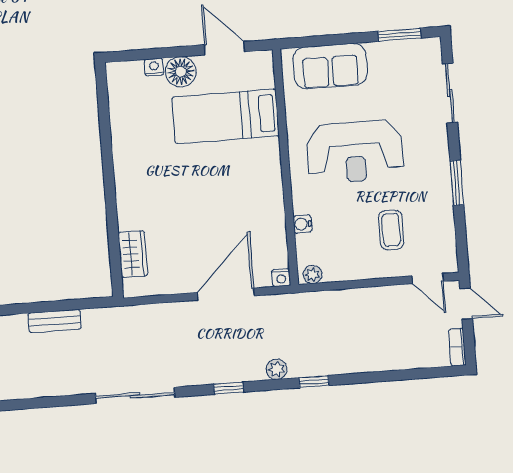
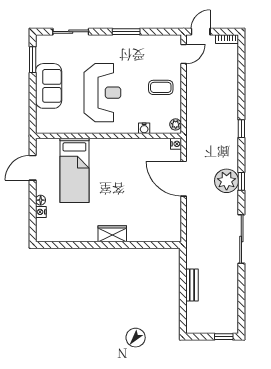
sofa: (330, 66) -> (49, 86), moved
floor lamp: (181, 72) -> (41, 200), width x0.53, depth x0.53
coffee table: (391, 230) -> (161, 87), moved
wardrobe: (133, 254) -> (112, 234), moved
plant: (277, 369) -> (227, 181), moved, width x1.87, depth x1.87

